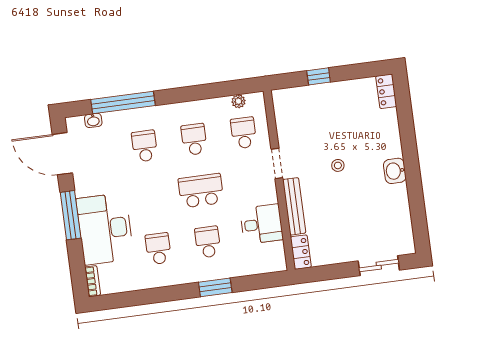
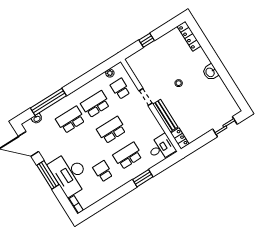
locker: (386, 91) -> (189, 36), width x1.53
school desk: (194, 139) -> (95, 104), width x1.85
school desk: (145, 146) -> (71, 120), width x1.85
desk: (262, 224) -> (161, 148), moved
school desk: (208, 242) -> (128, 156), width x1.85

